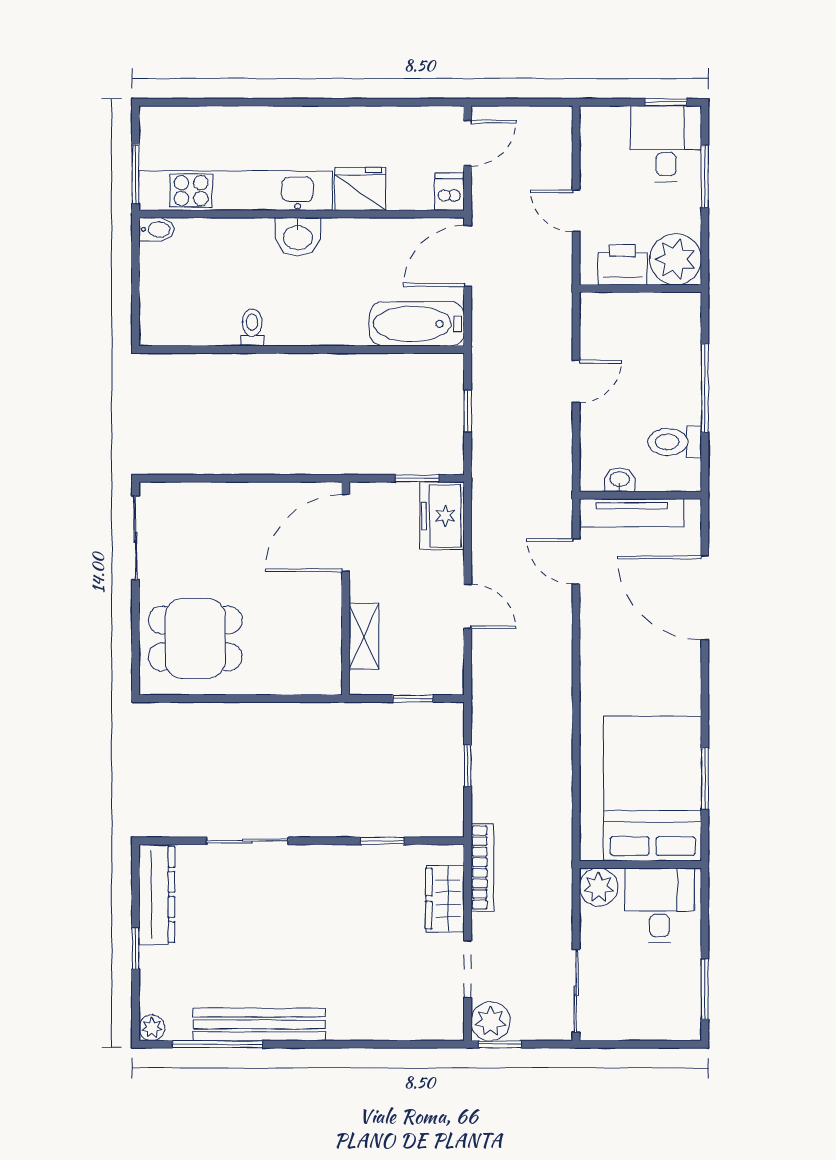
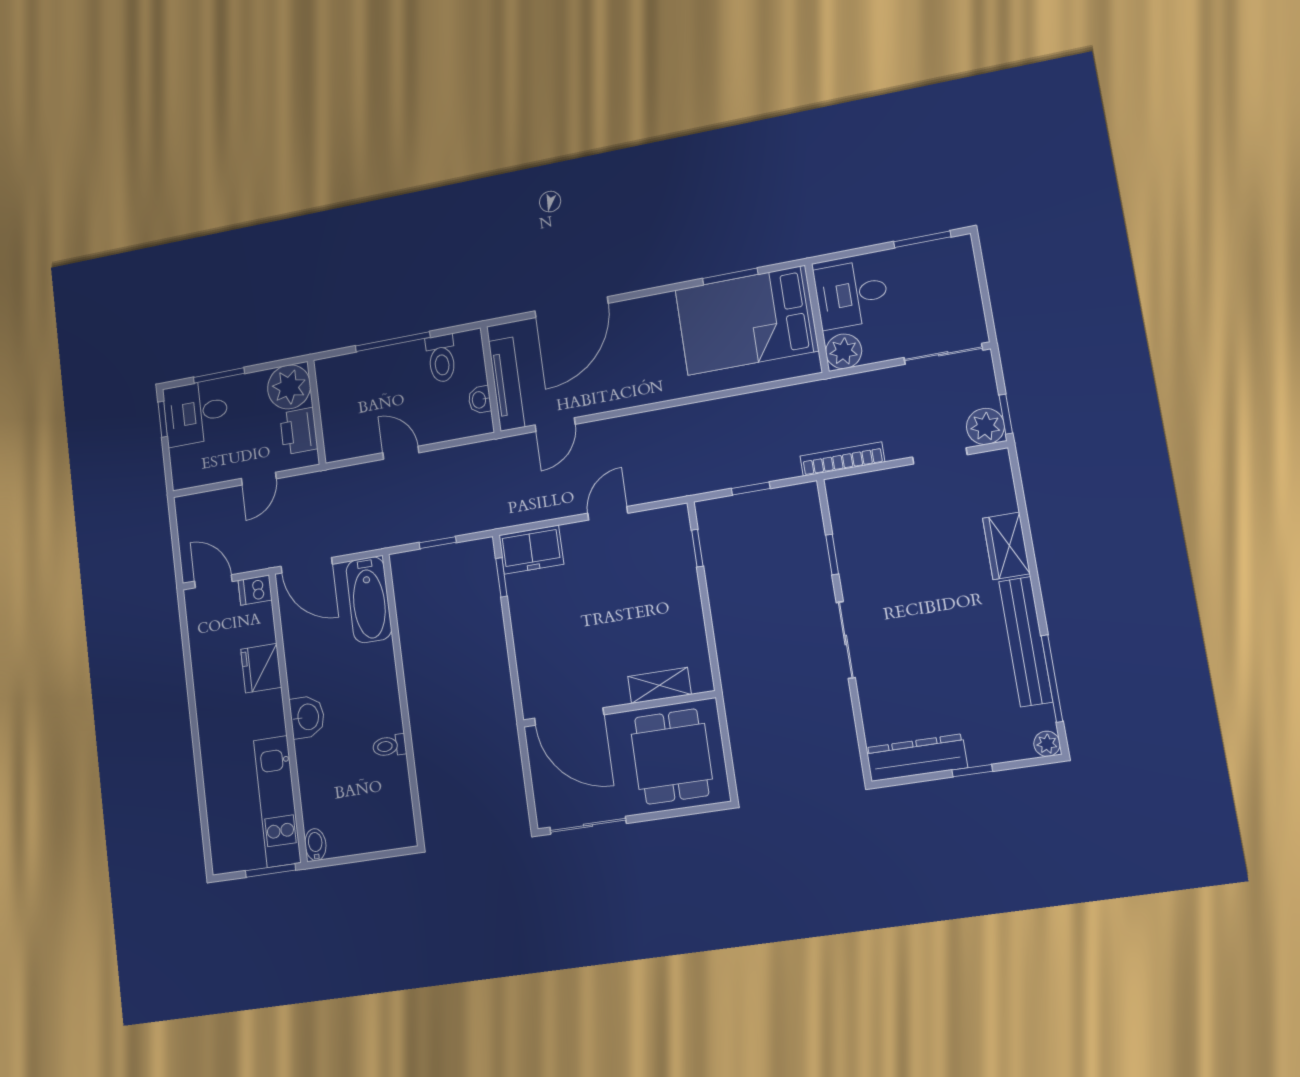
kitchen unit: (236, 191) -> (277, 801), width x0.73
door: (346, 533) -> (569, 716), moved
wall: (346, 588) -> (619, 709), moved
shelving: (364, 636) -> (660, 685), moved
sliding door: (247, 841) -> (846, 640), moved
wardrobe: (445, 899) -> (1006, 546), moved, turned 90

